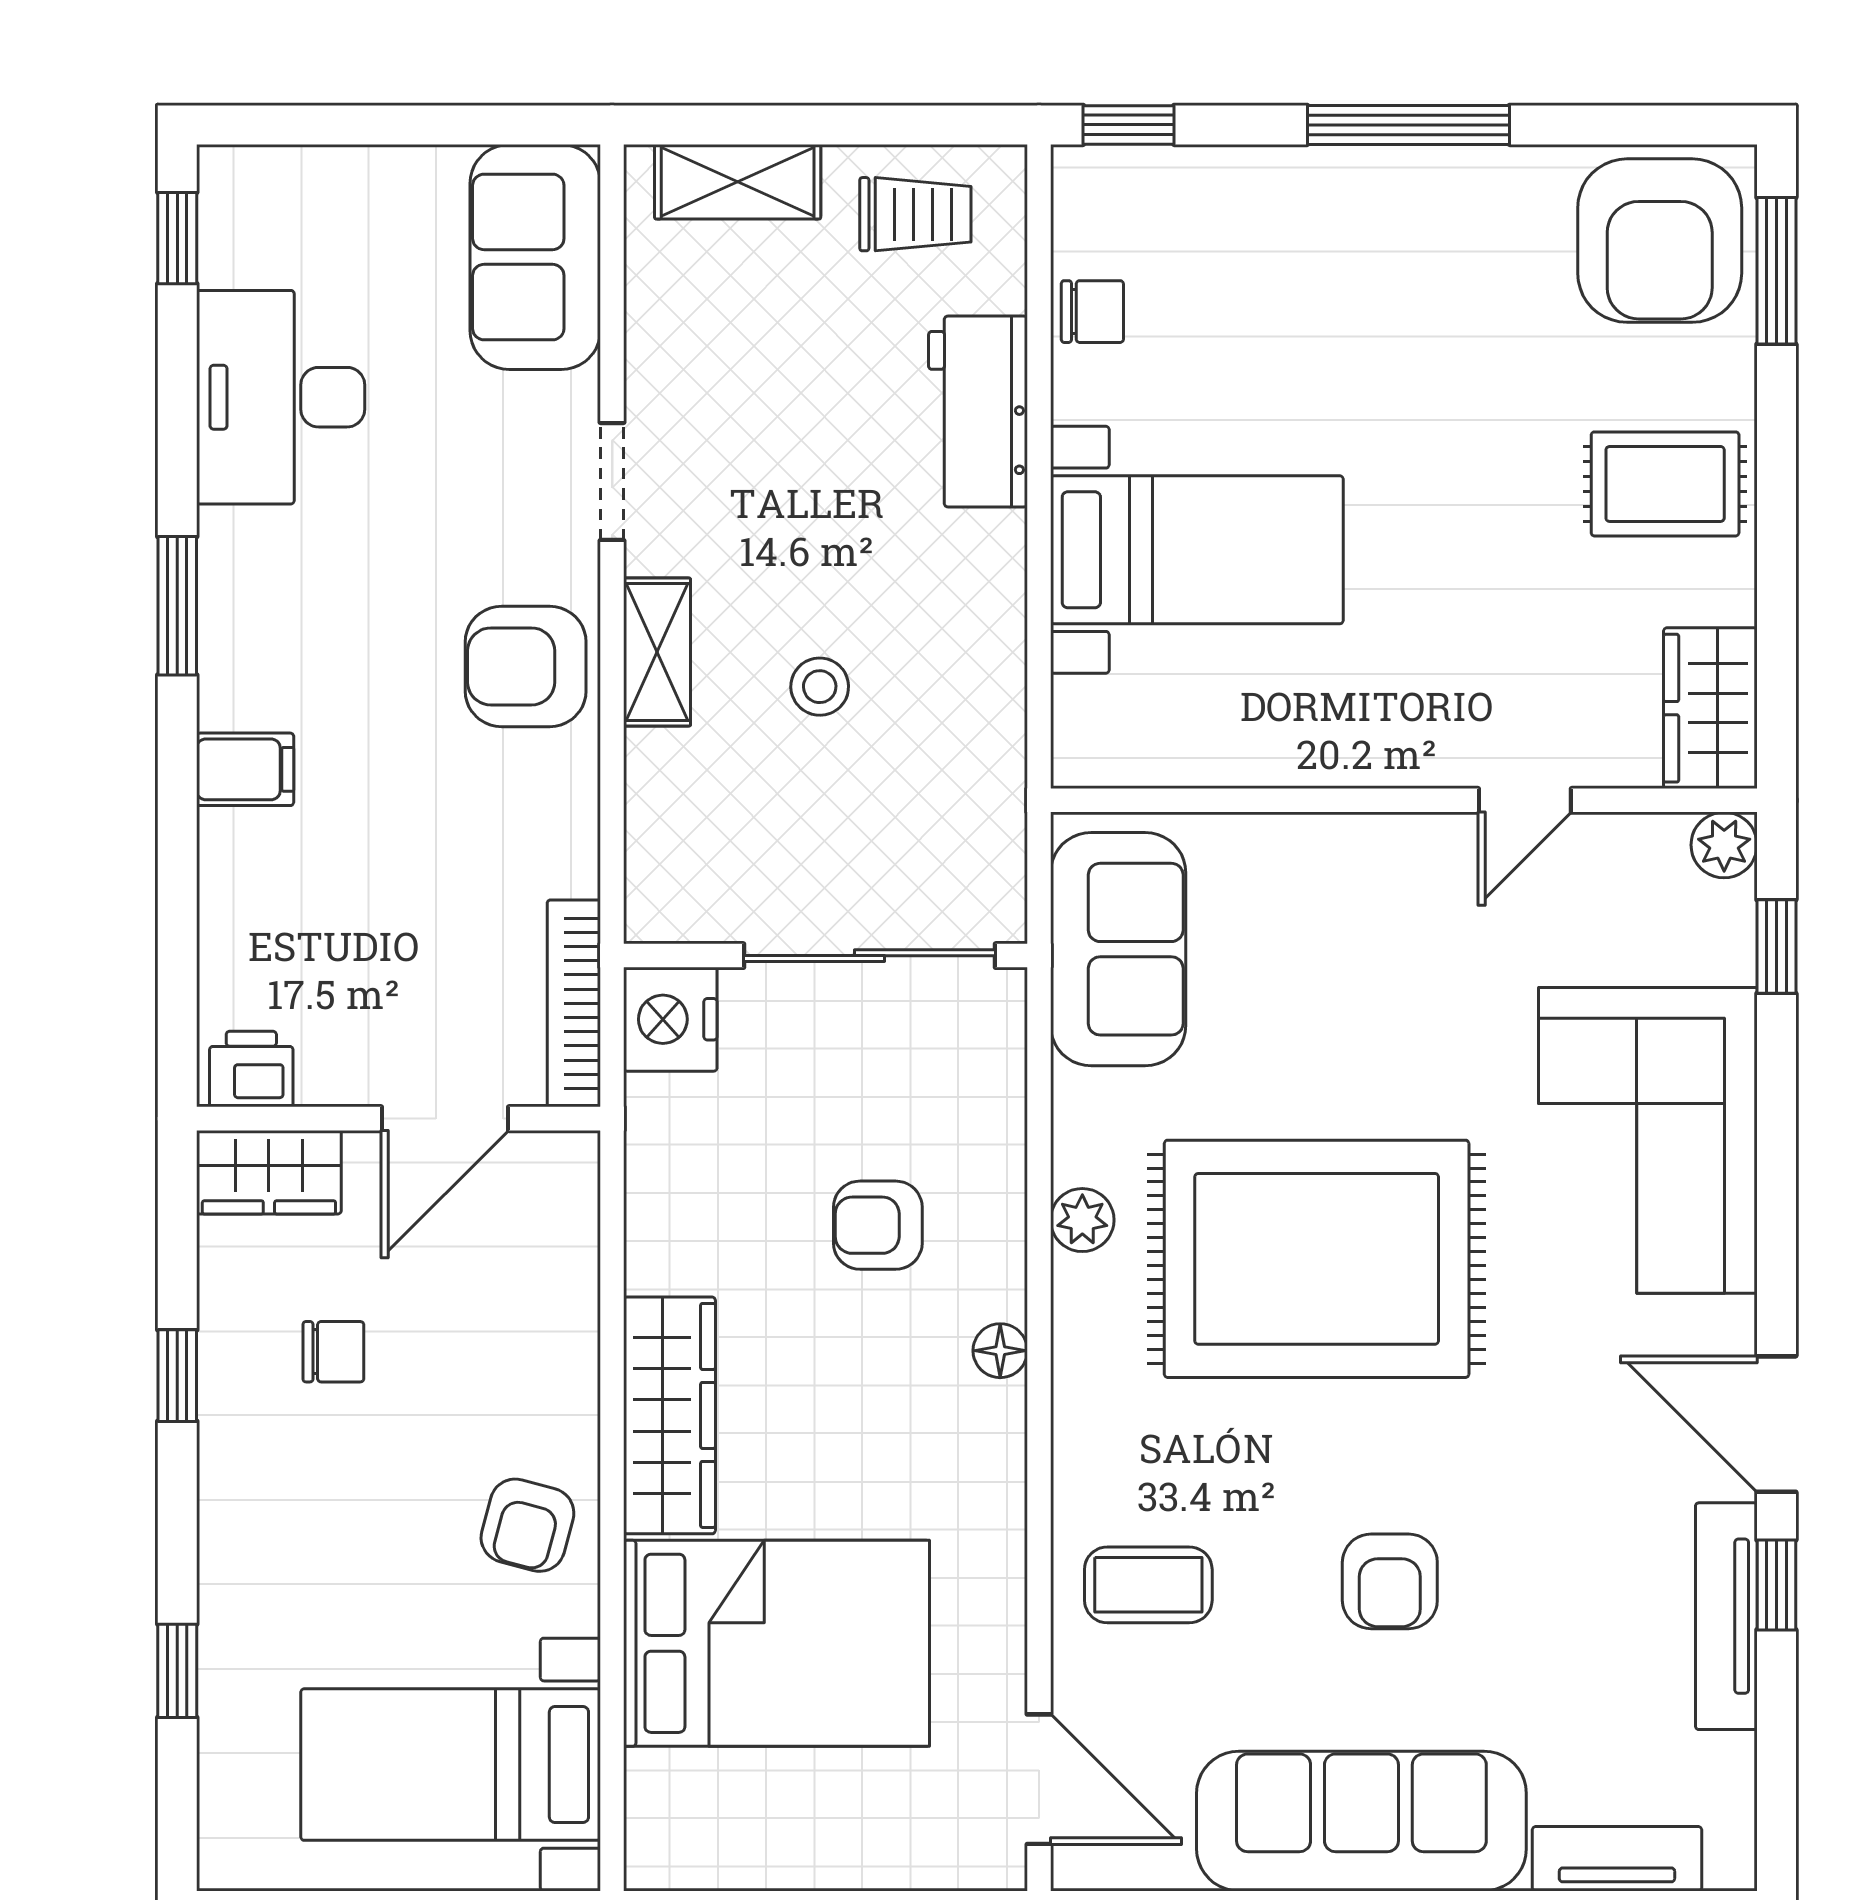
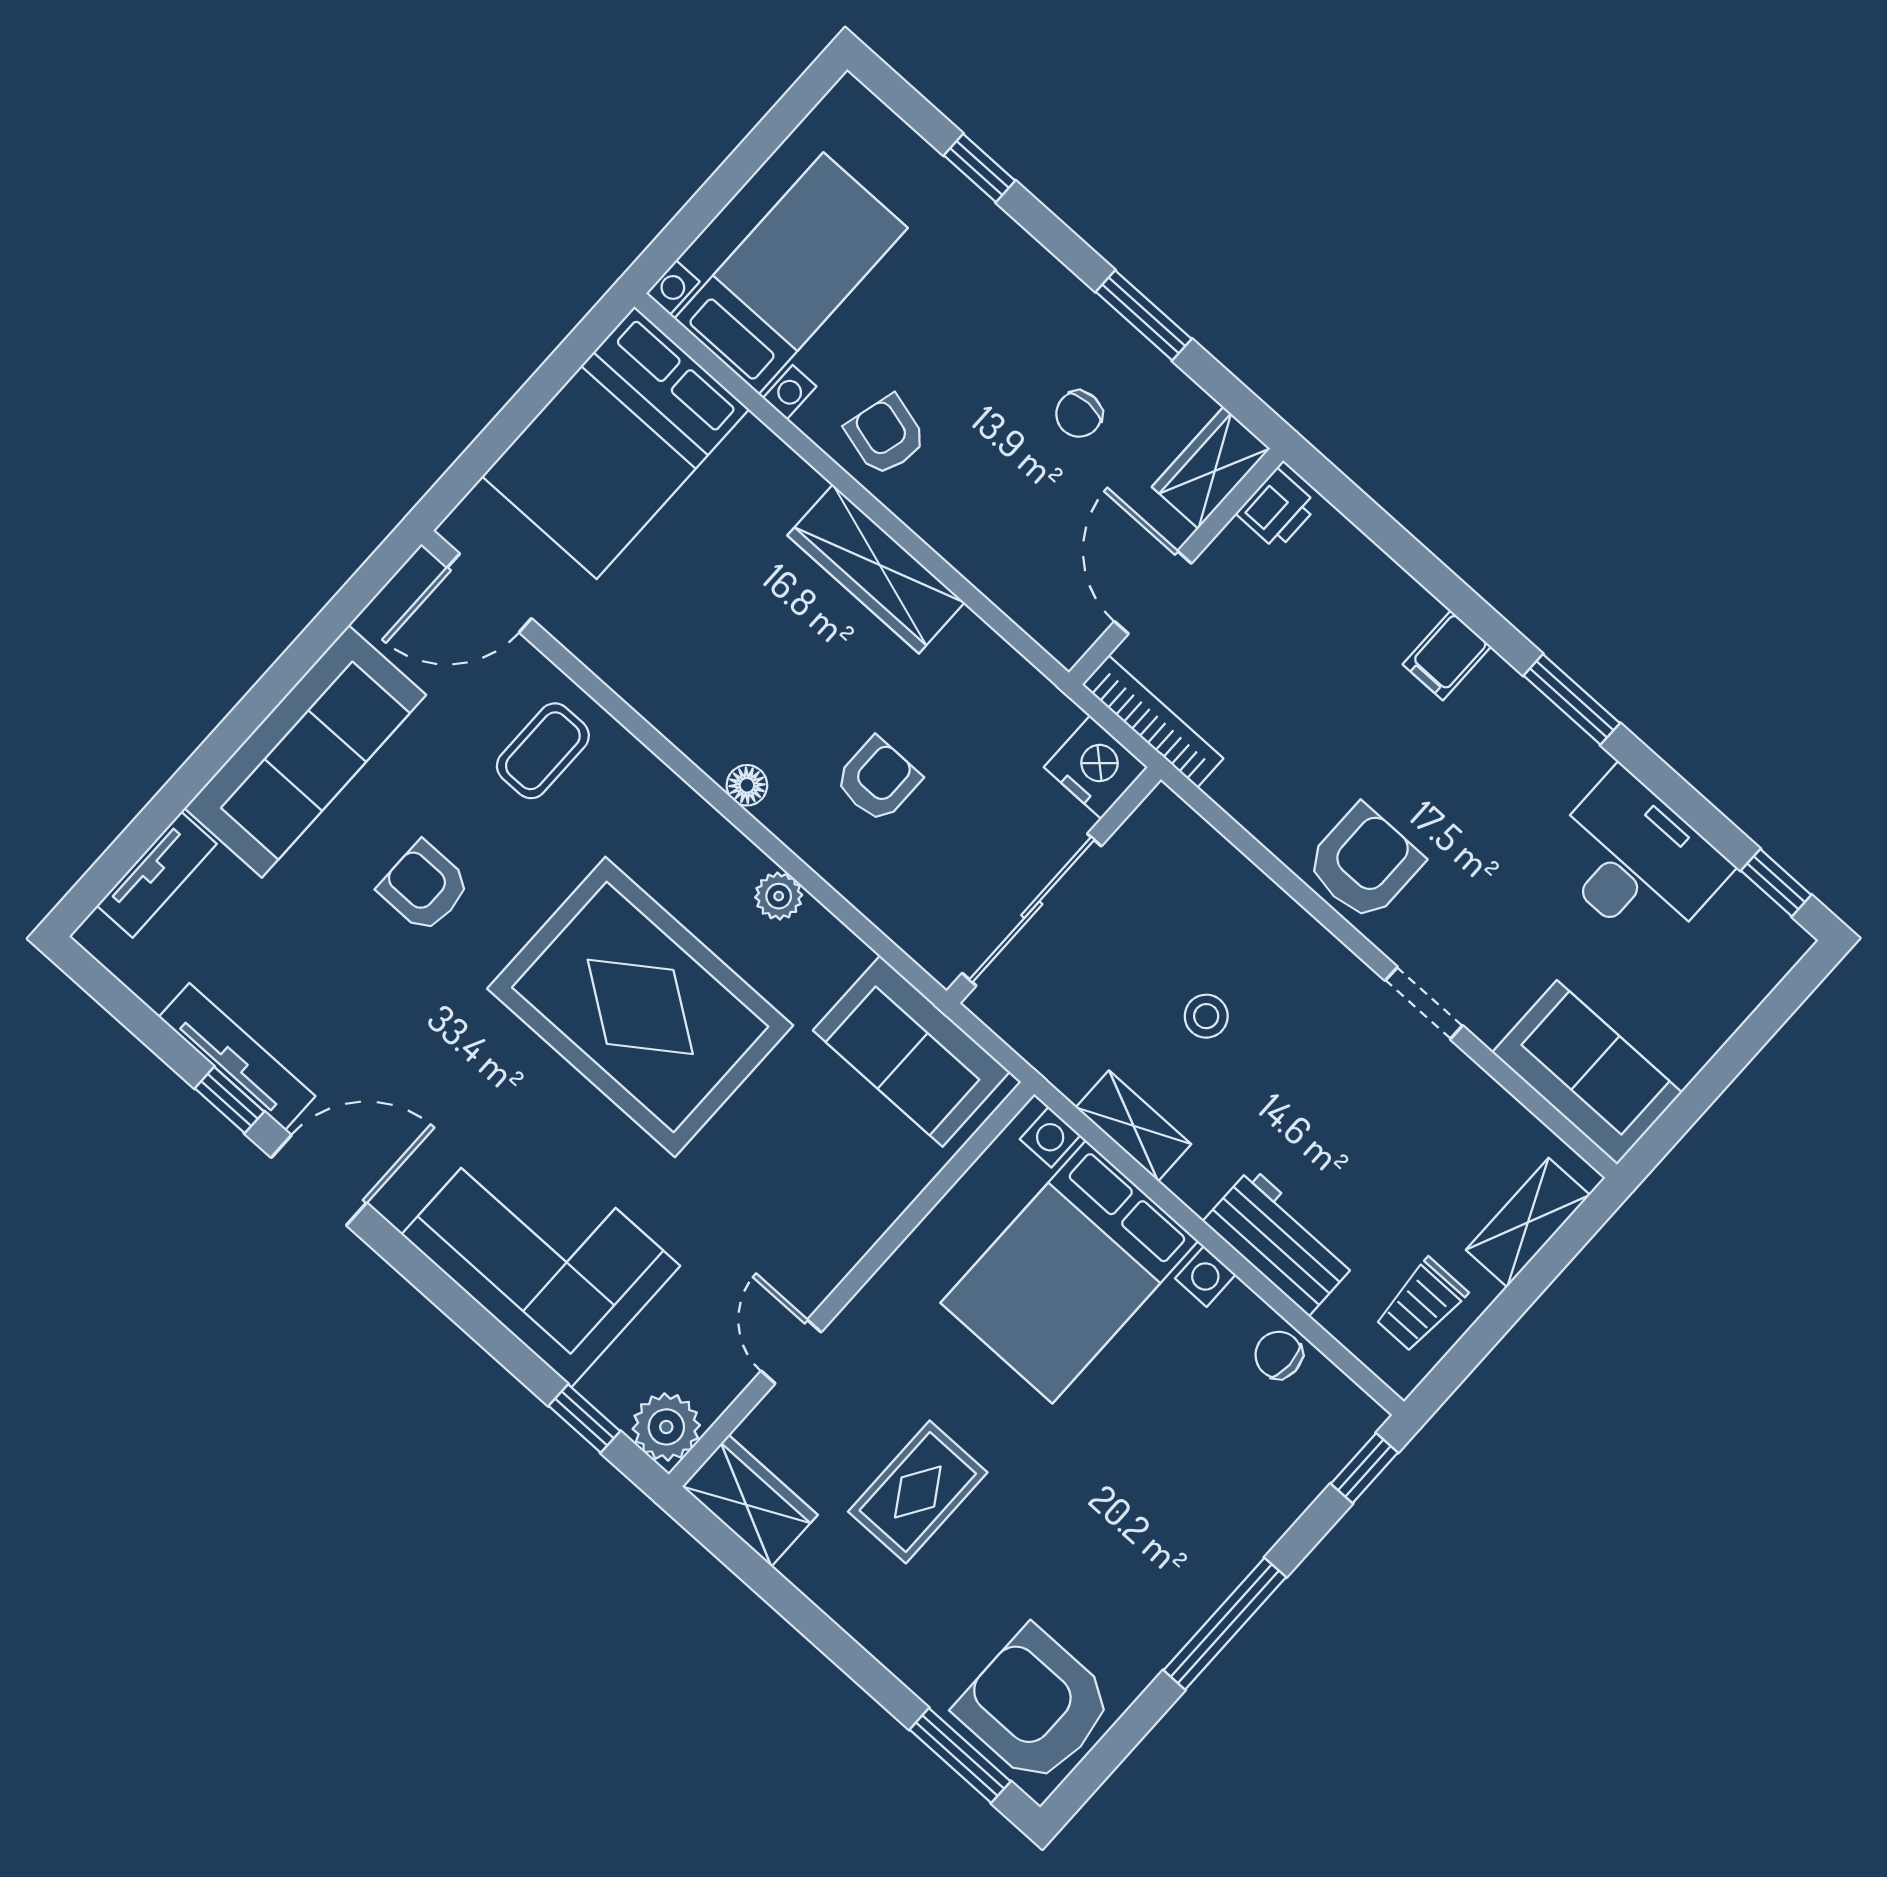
chair: (1092, 312) -> (1279, 1355), turned 90
rug: (1665, 484) -> (918, 1492), moved
bed with nightstands: (1197, 550) -> (1069, 1272), width x1.36
shelving: (657, 652) -> (1133, 1126), moved
plant: (1724, 845) -> (666, 1427), width x1.38, depth x1.38
rug: (1317, 1259) -> (640, 1007), turned 90
window: (177, 1376) -> (1144, 315), width x1.50
bed: (776, 1643) -> (615, 443), moved

